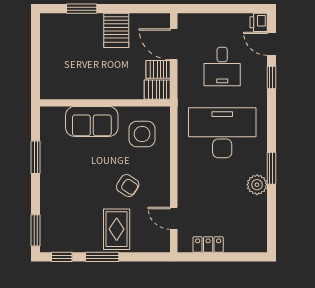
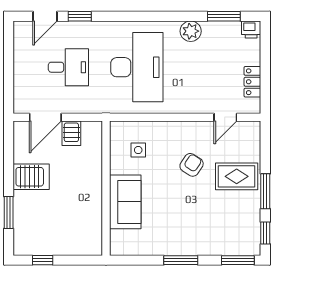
printer: (259, 22) -> (251, 29), moved
window: (36, 42) -> (43, 260), added
server rack: (157, 90) -> (92, 134), removed
desk: (222, 133) -> (137, 67), turned 180
side table: (142, 134) -> (138, 150), width x0.54, depth x0.54
window: (36, 157) -> (181, 260), moved
window: (271, 168) -> (224, 16), moved

